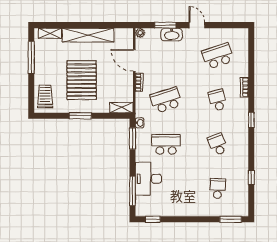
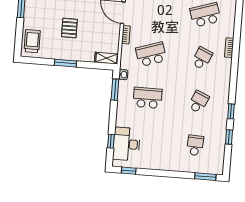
pallet: (82, 80) -> (69, 28), width x0.49, depth x0.50
school desk: (218, 100) -> (202, 58), turned 39
window: (251, 120) -> (231, 111), moved
school desk: (218, 144) -> (198, 102), turned 45
desk: (148, 179) -> (126, 144), moved
window: (132, 191) -> (111, 141), width x0.46

